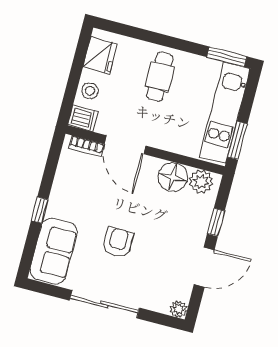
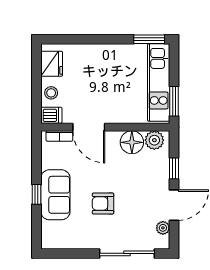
cafe table: (160, 77) -> (102, 68), removed
armchair: (118, 243) -> (103, 203), turned -90
sofa: (54, 251) -> (55, 195), moved
sliding door: (104, 304) -> (127, 253), moved
plant: (179, 309) -> (163, 228), moved

